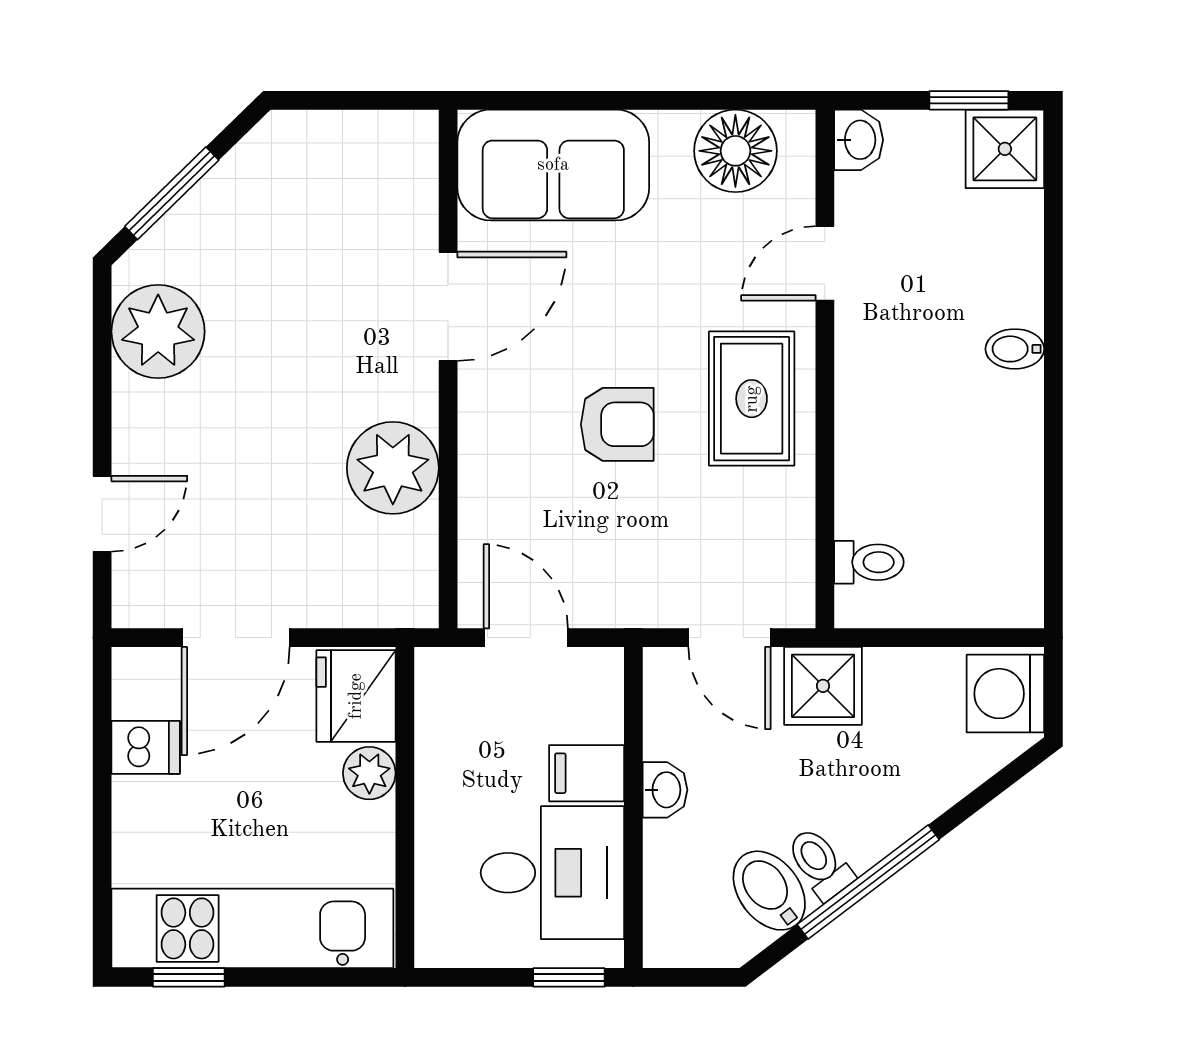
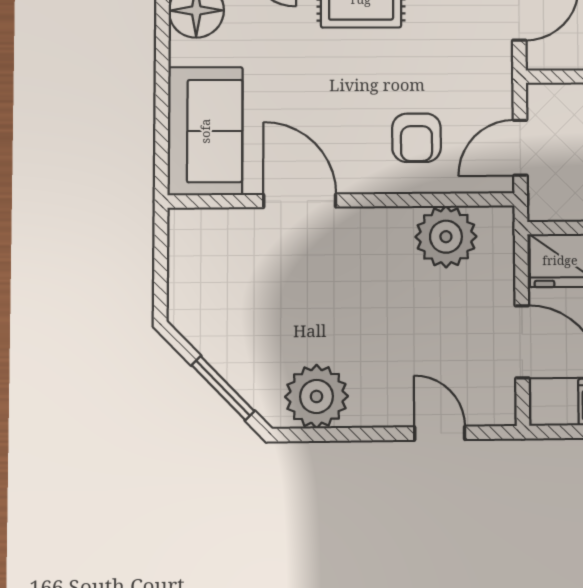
armchair: (617, 424) -> (416, 138), moved, turned 180
plant: (393, 468) -> (446, 237), moved

